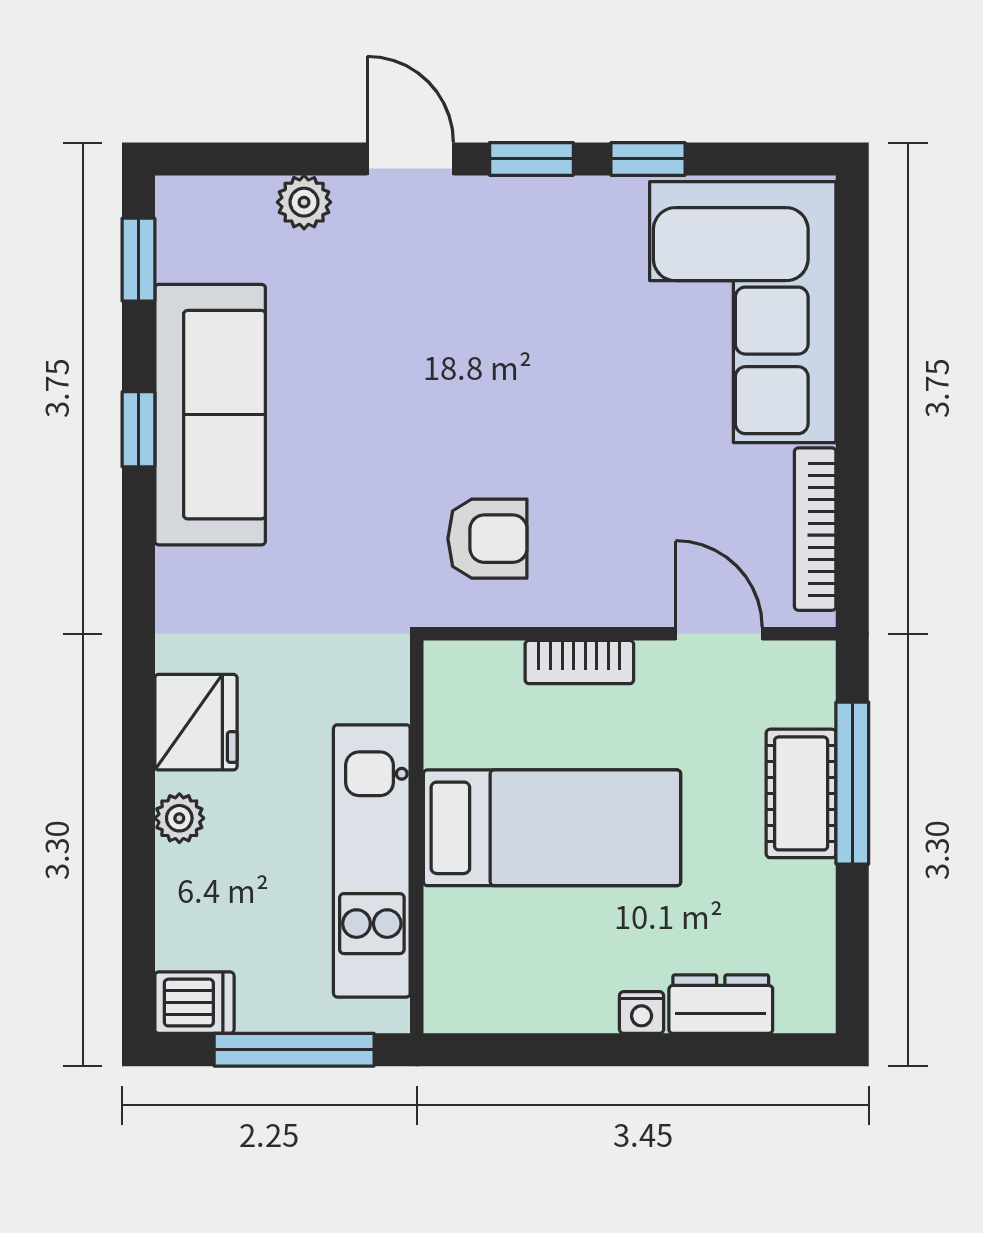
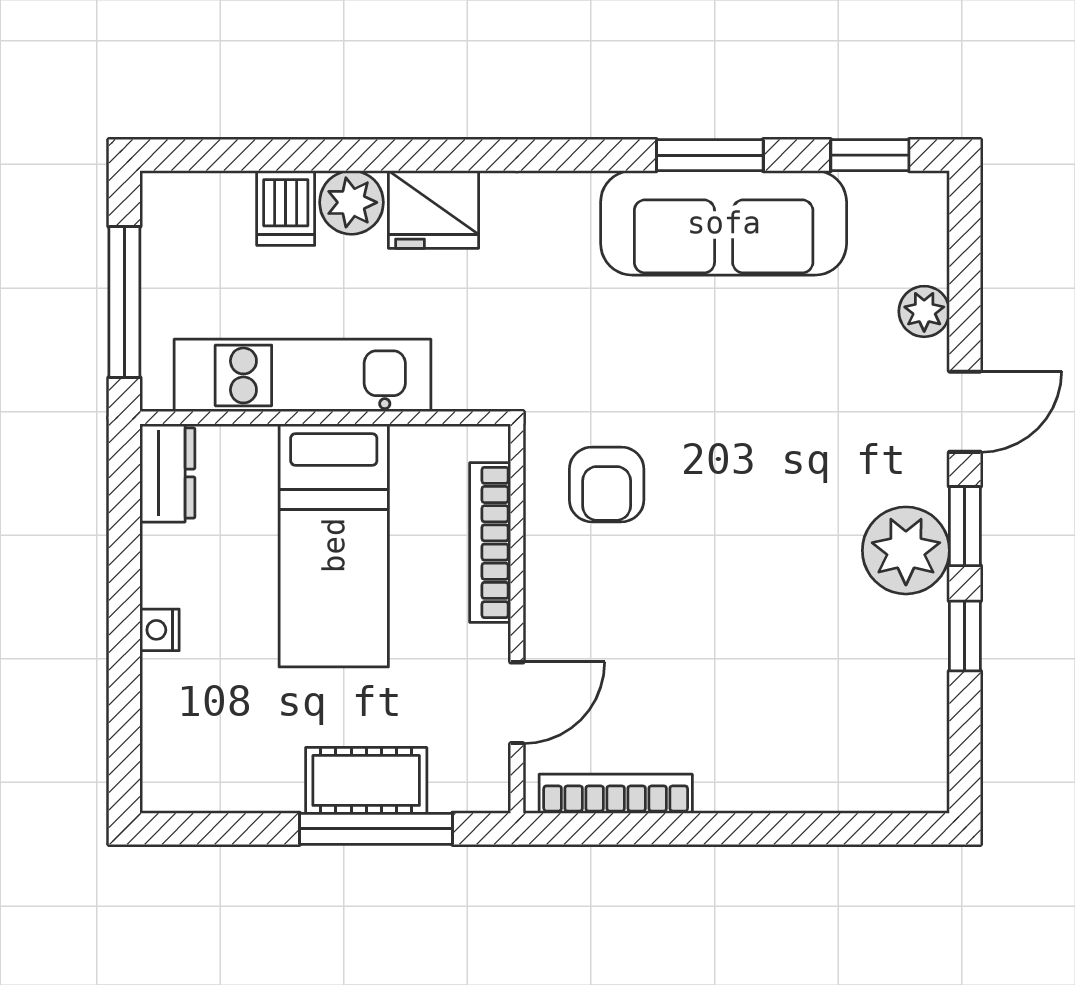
plant: (557, 221) -> (906, 550), added
corner sofa: (743, 312) -> (820, 725), removed
window: (138, 429) -> (710, 155), width x1.50
bookcase: (579, 662) -> (490, 542), width x1.56
plant: (179, 818) -> (352, 202), width x1.38, depth x1.38
dishwasher: (194, 1003) -> (286, 208), moved
dresser: (721, 1004) -> (167, 473), moved

